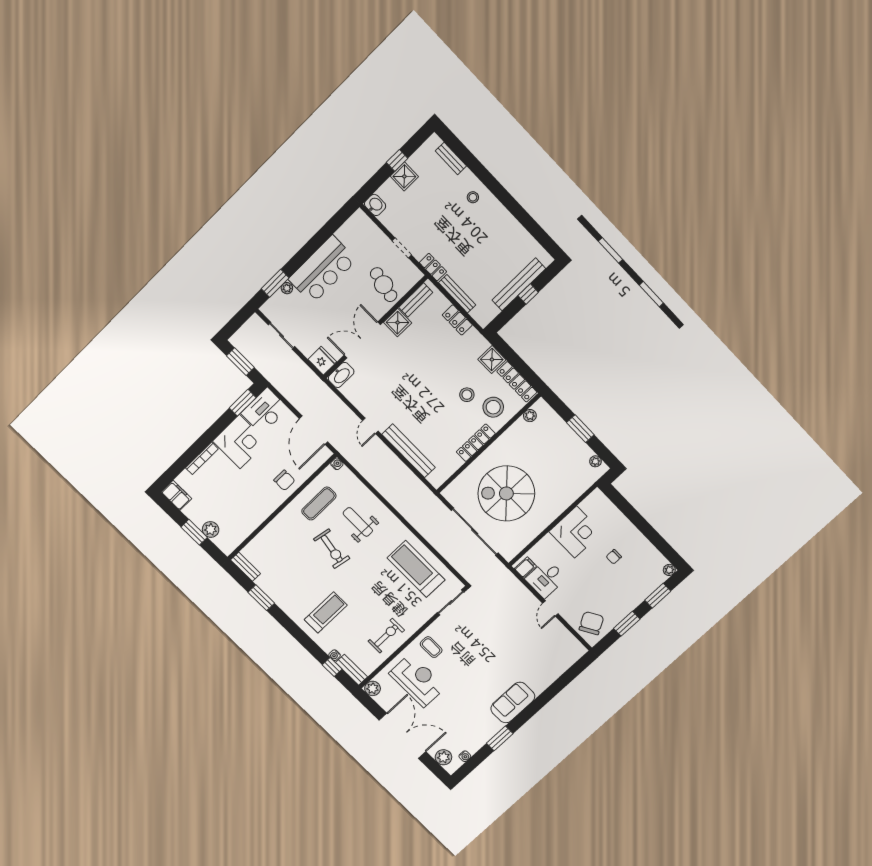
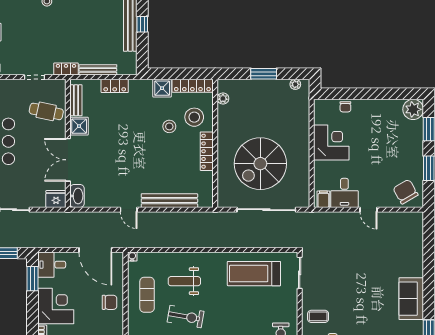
desk: (265, 411) -> (52, 265), width x0.73
chair: (614, 557) -> (345, 107), moved
plant: (669, 570) -> (413, 109), width x1.88, depth x1.88

